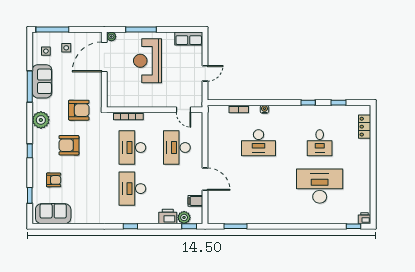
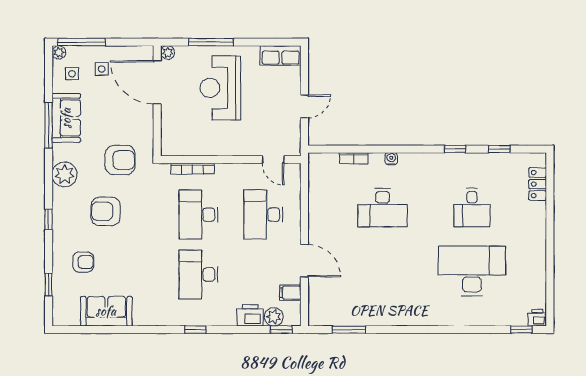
plant: (37, 36) -> (59, 52), added
door: (104, 57) -> (157, 82), hinge flipped
sofa: (53, 214) -> (106, 311), moved

